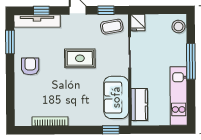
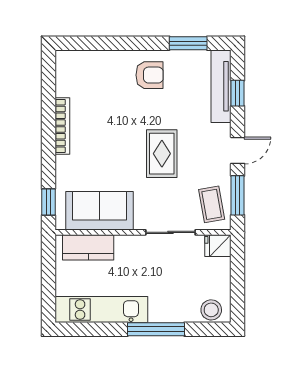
window: (106, 10) -> (238, 195), width x1.50
bookcase: (50, 121) -> (62, 126), moved

